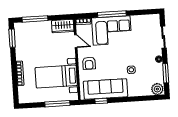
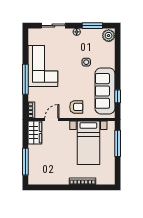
corner sofa: (112, 30) -> (43, 66), moved
window: (12, 38) -> (44, 187), removed

